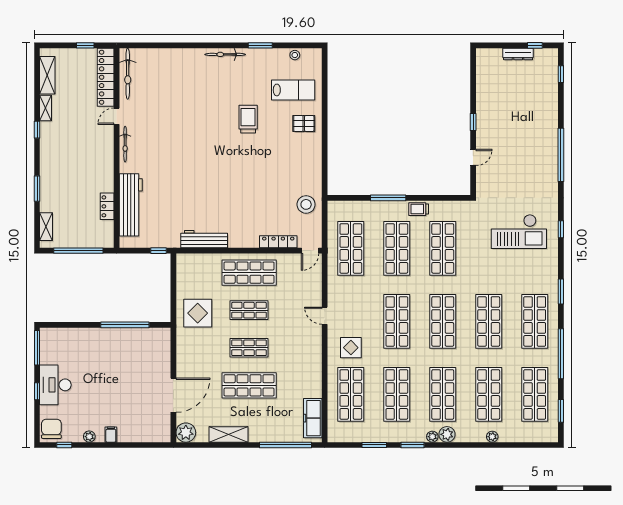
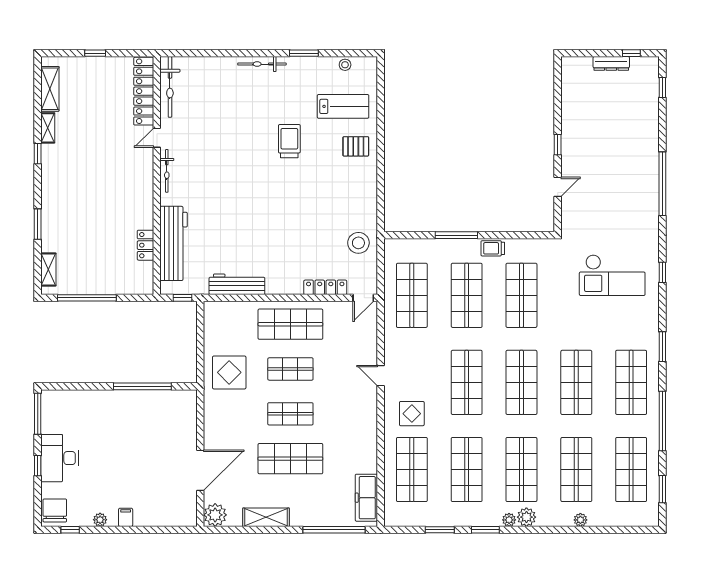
bicycle: (128, 74) -> (170, 87), moved
locker: (106, 77) -> (144, 91), moved
door: (117, 116) -> (157, 138), moved
bicycle: (125, 144) -> (167, 171), moved
wall: (117, 148) -> (157, 176), moved
workbench: (131, 205) -> (174, 243), moved
locker: (107, 206) -> (145, 245), moved

